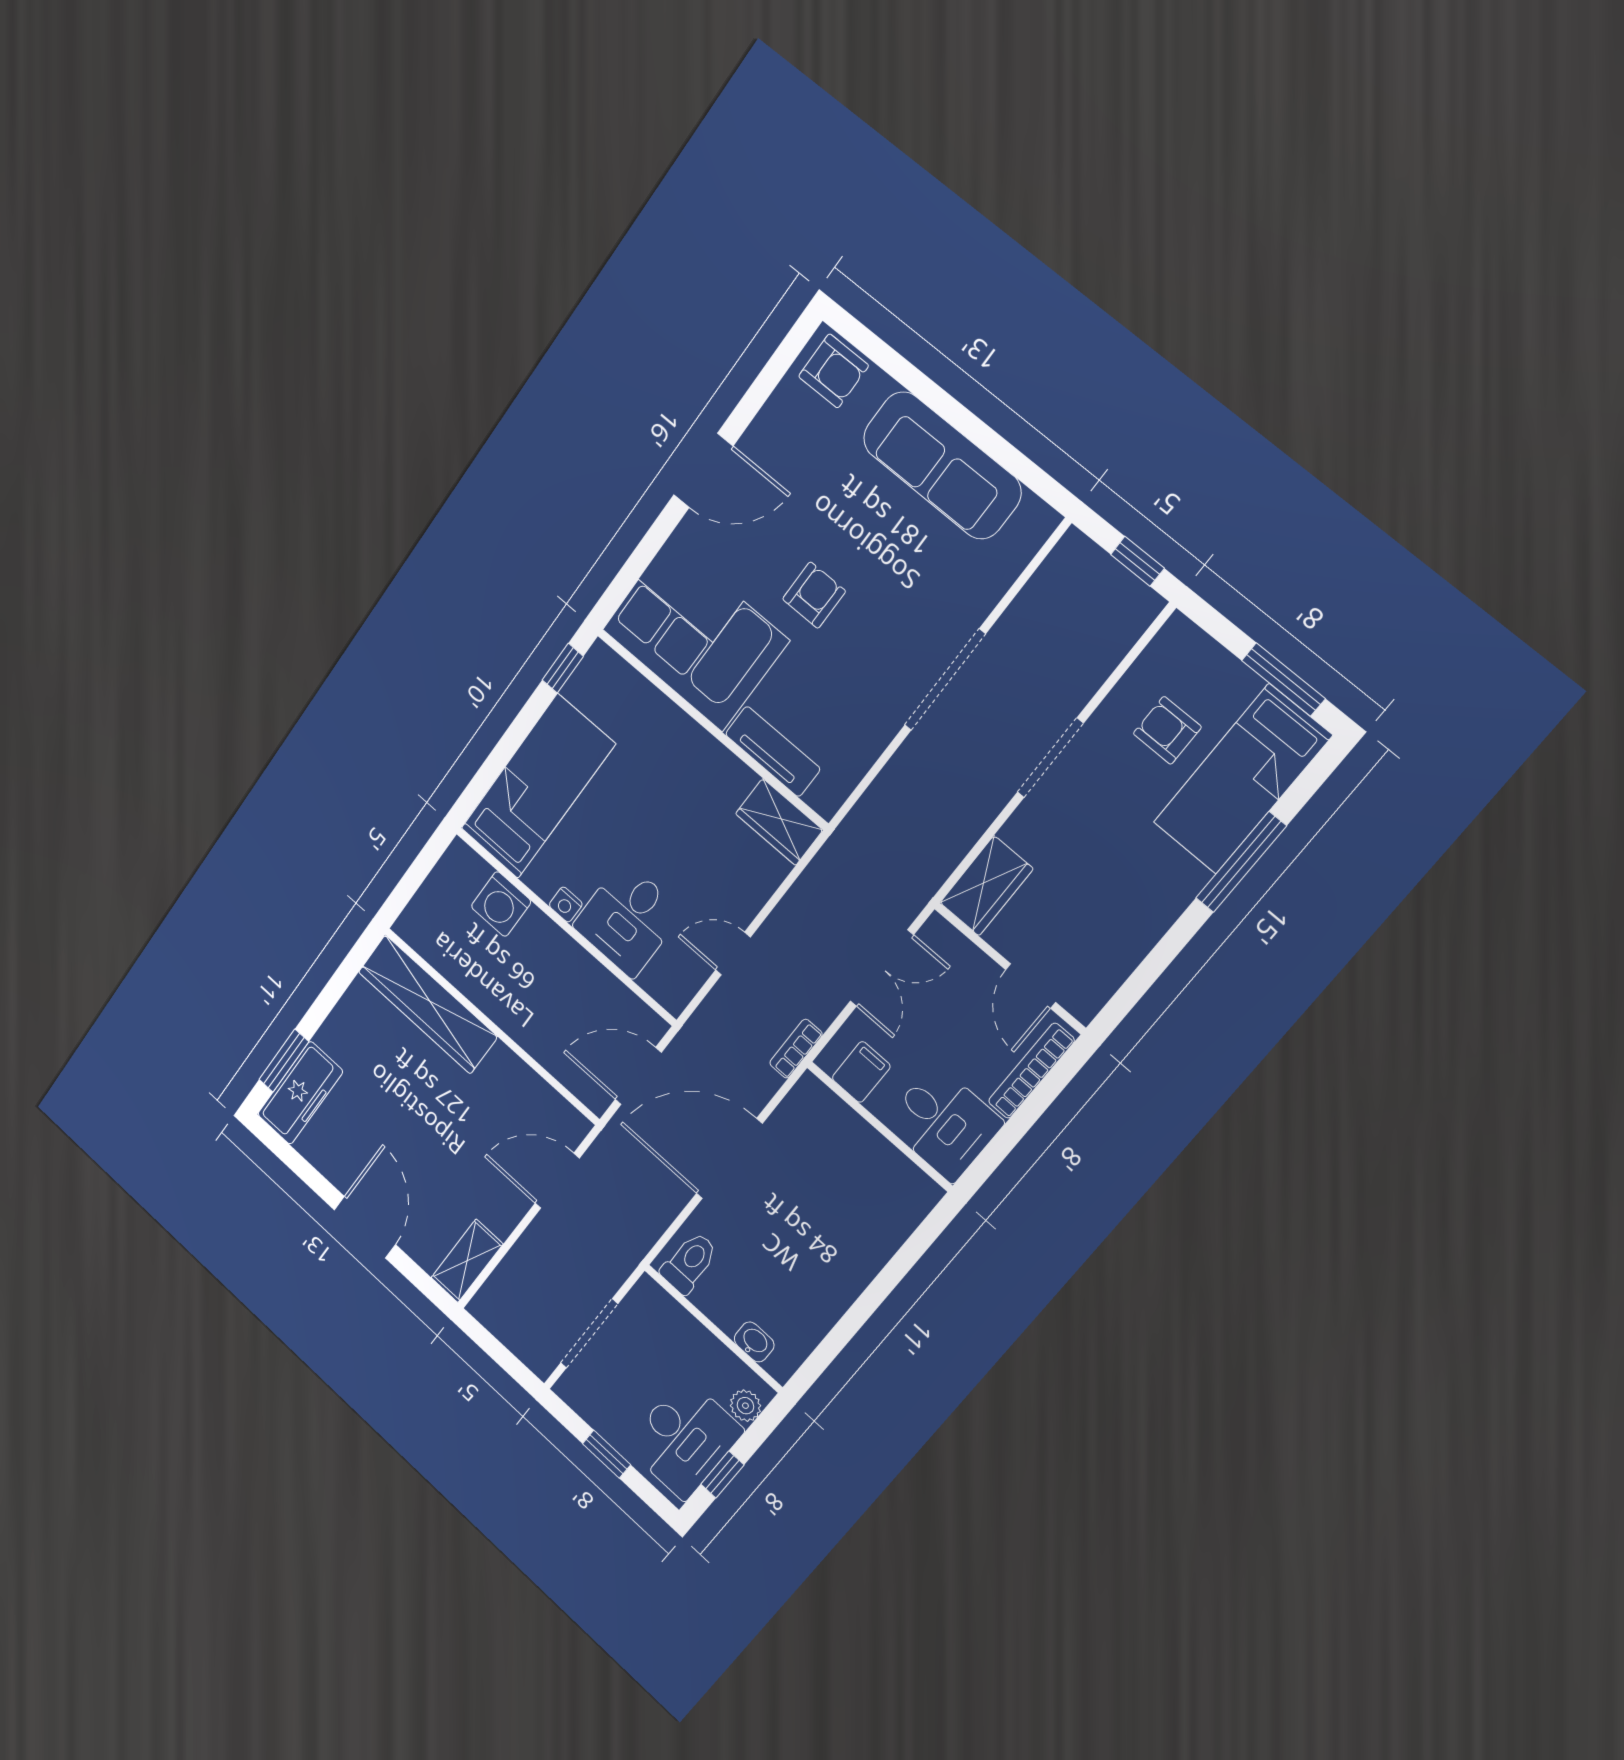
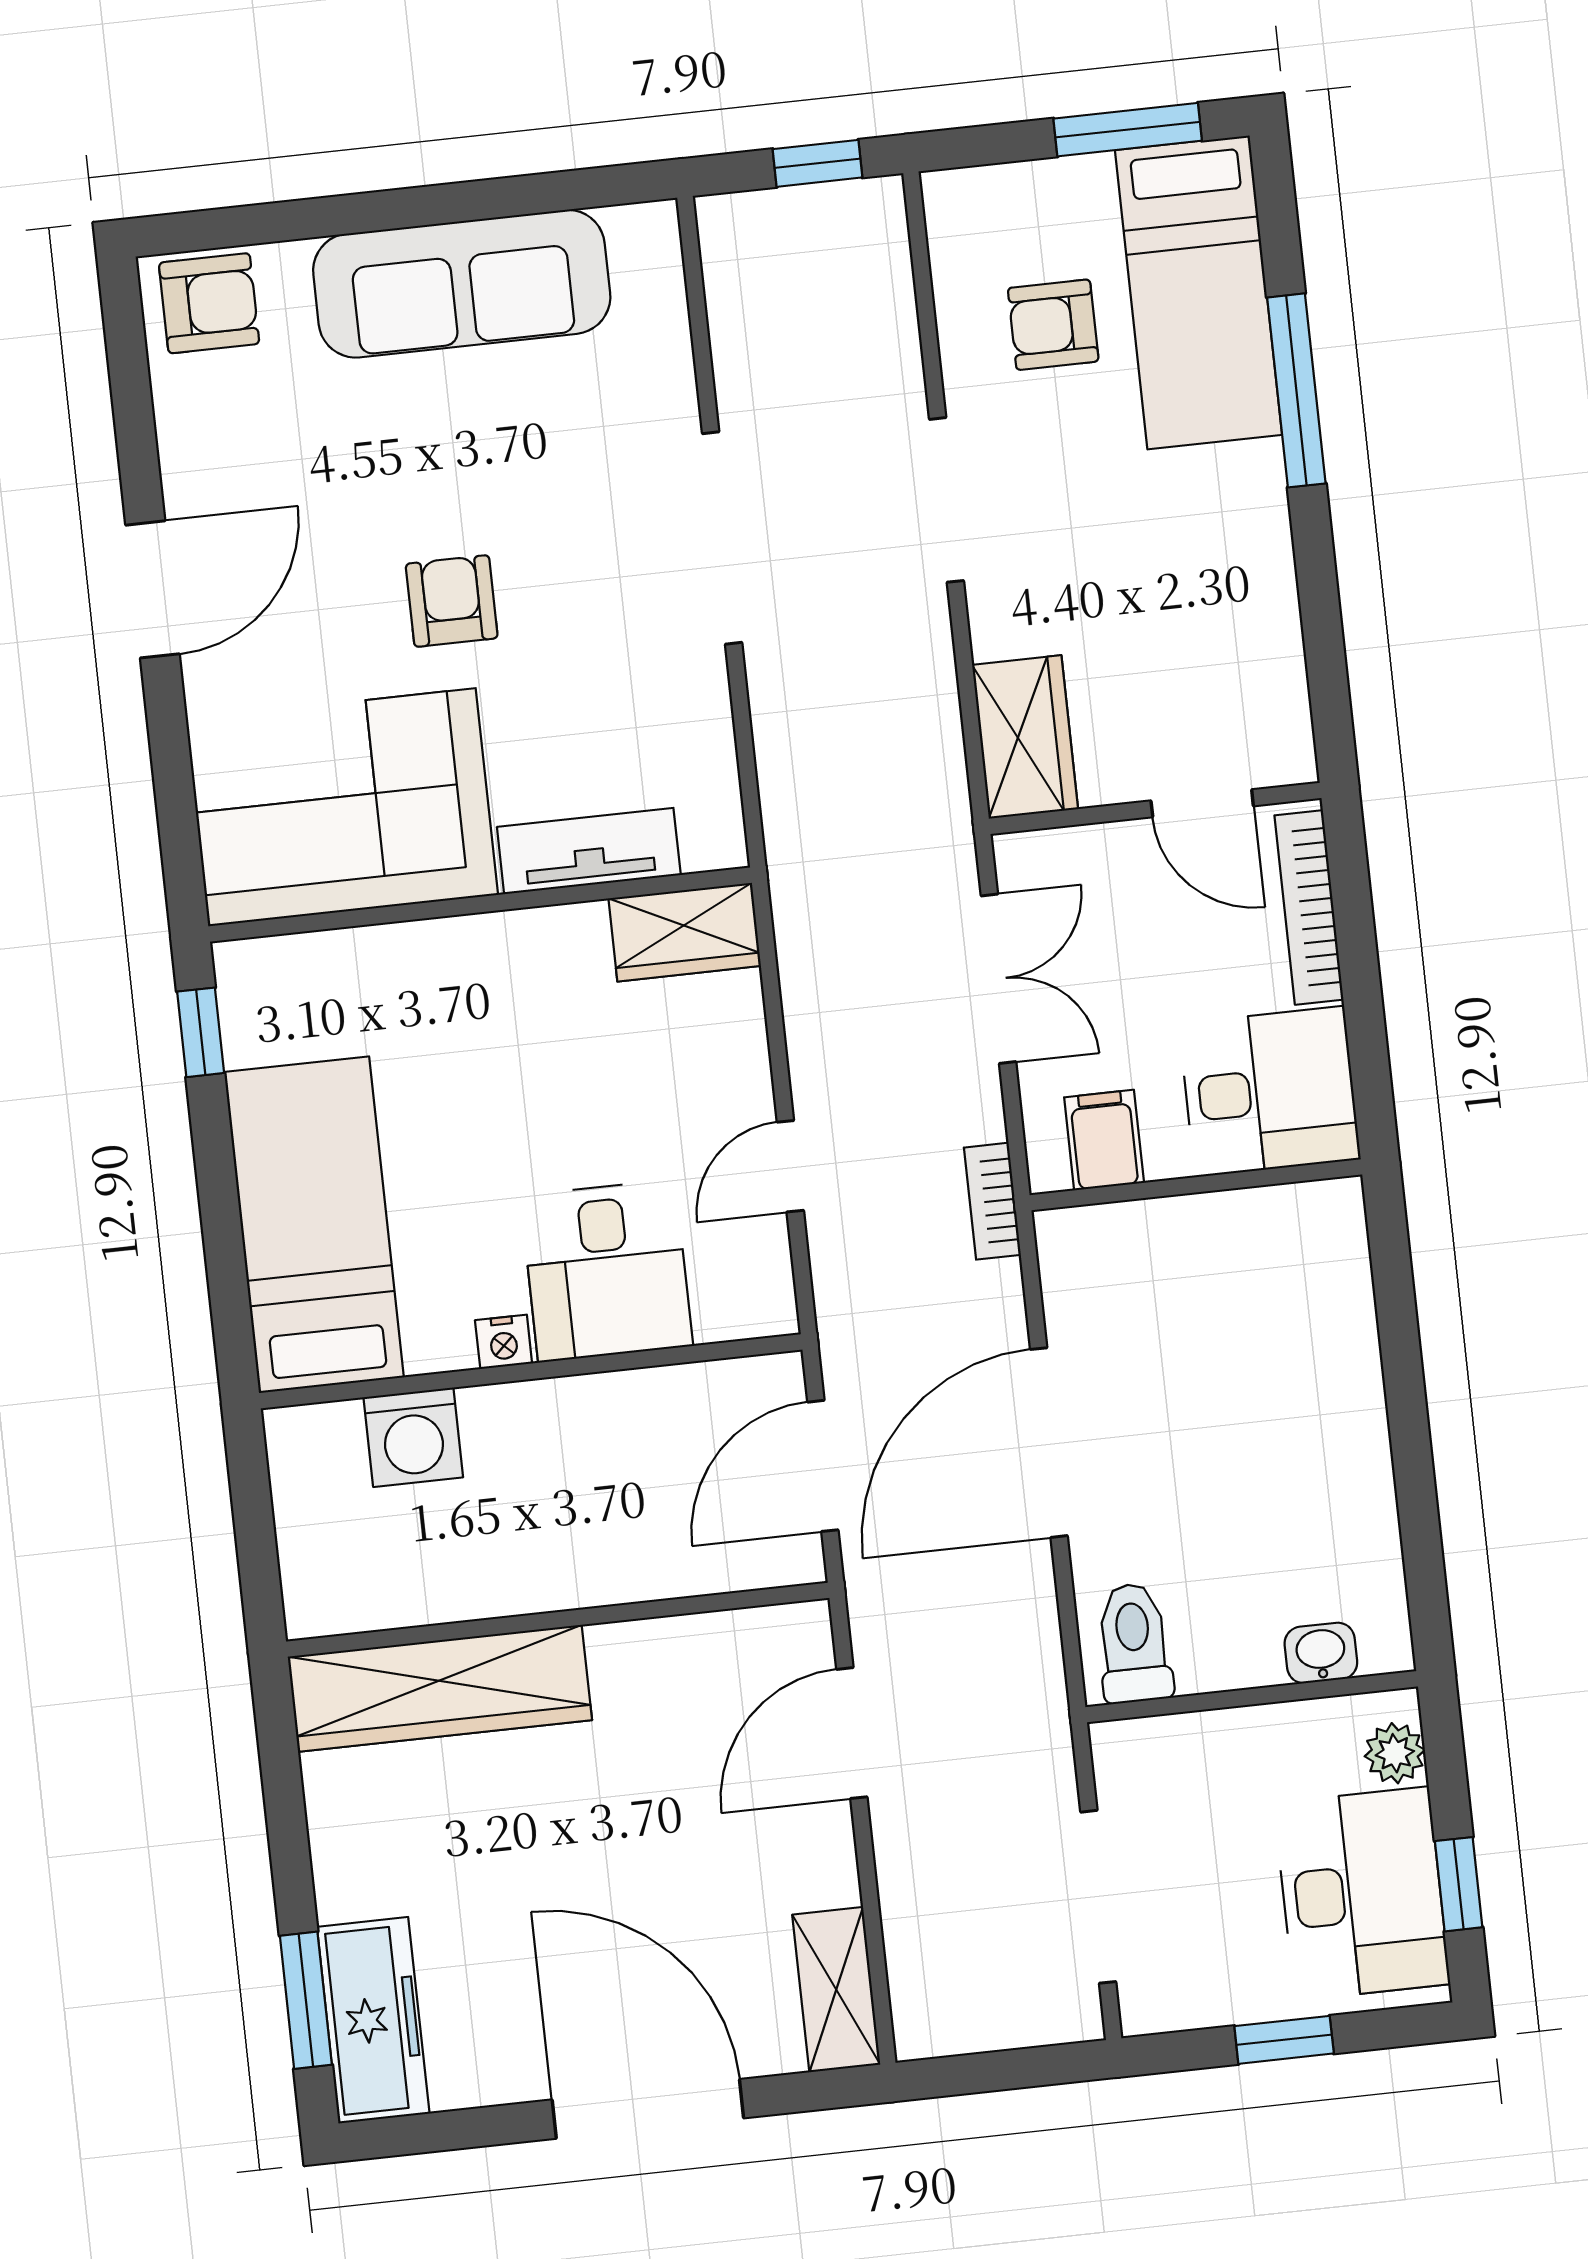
door: (365, 1227) -> (648, 2109), width x1.36

